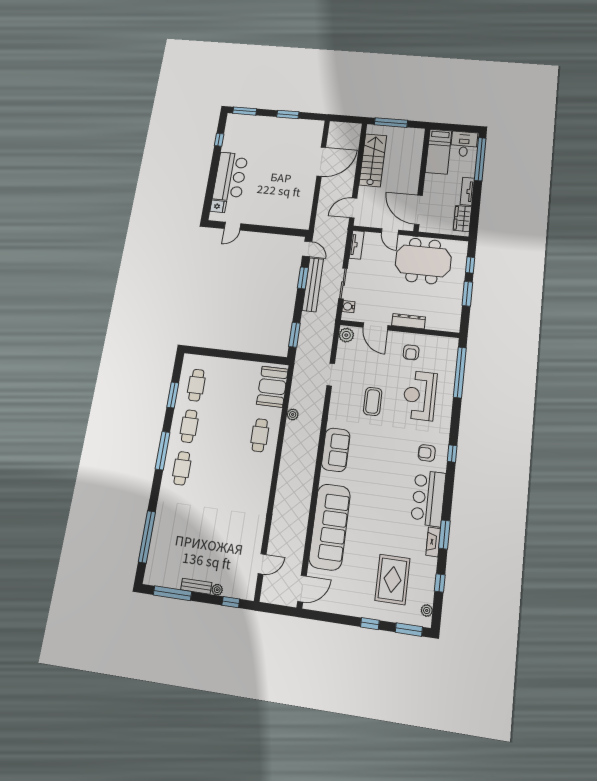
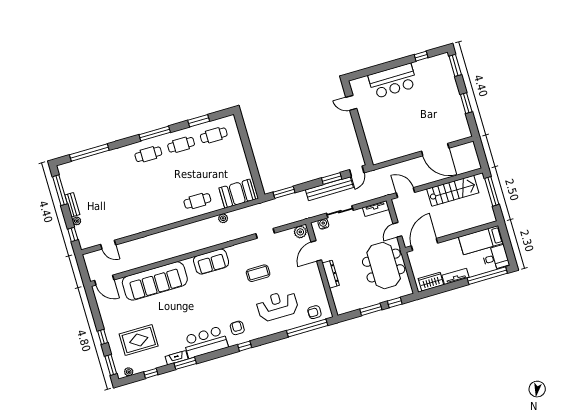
fridge: (218, 206) -> (363, 83), removed
armchair: (411, 352) -> (314, 312), moved

